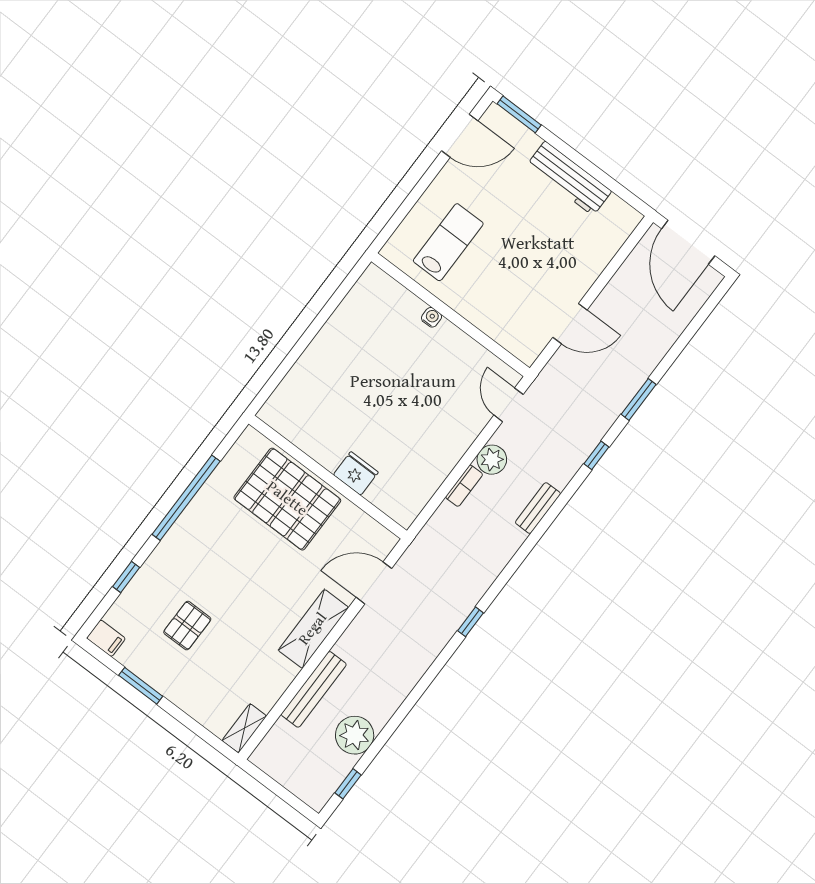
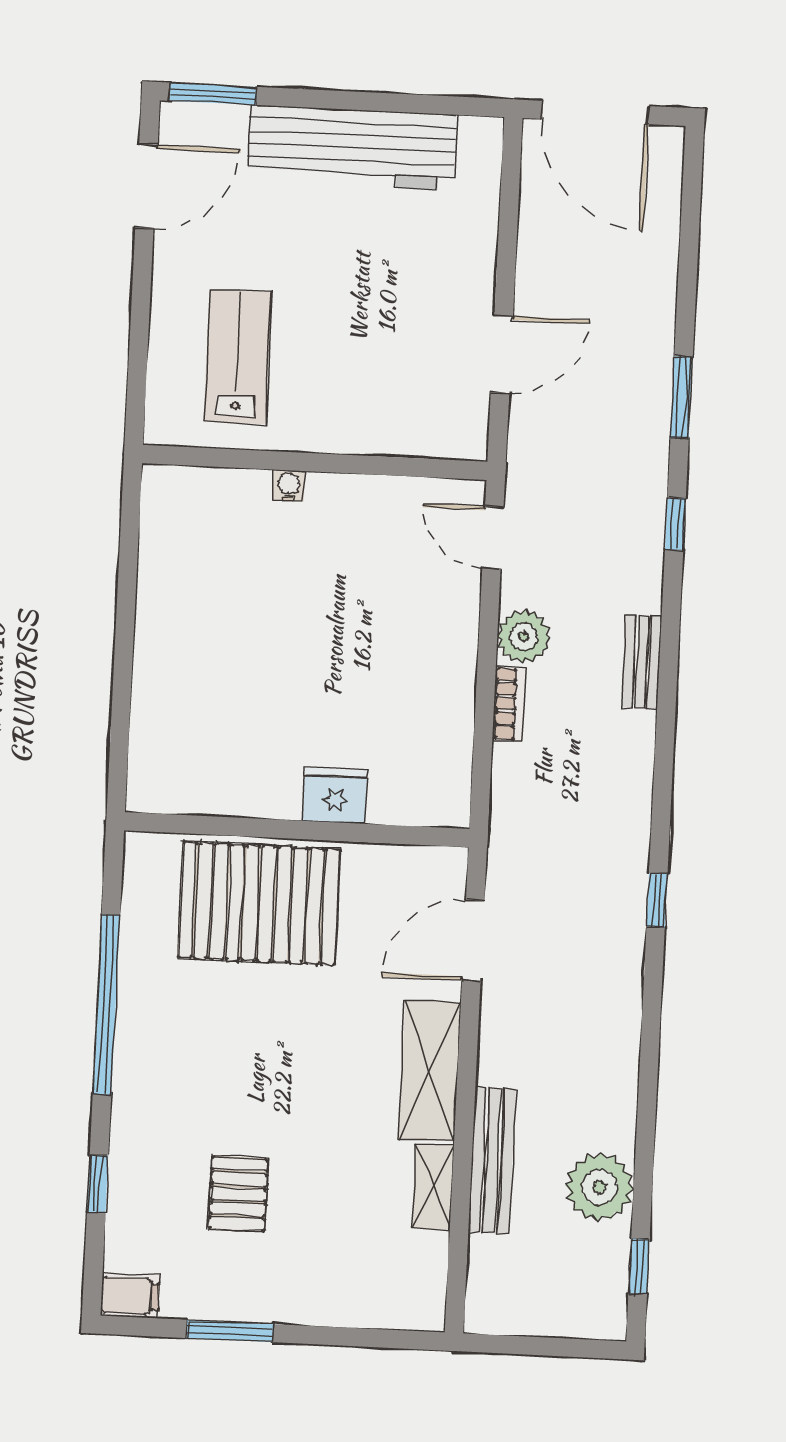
workbench: (569, 178) -> (352, 147), width x1.36, depth x1.32
shelving: (244, 728) -> (433, 1187), moved

